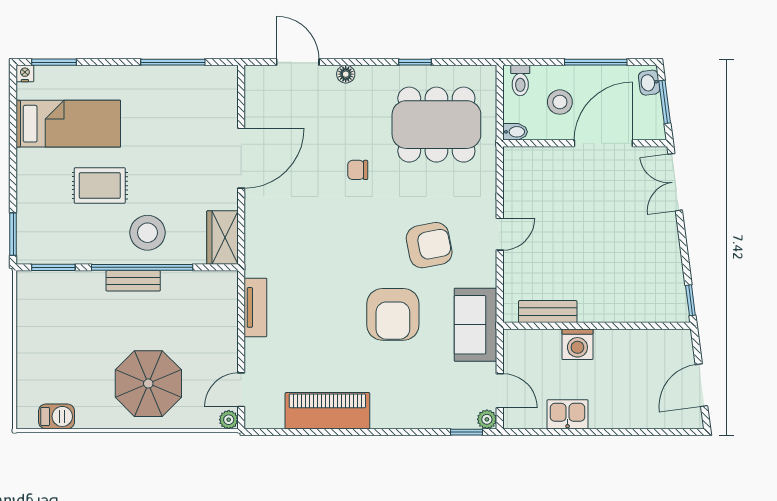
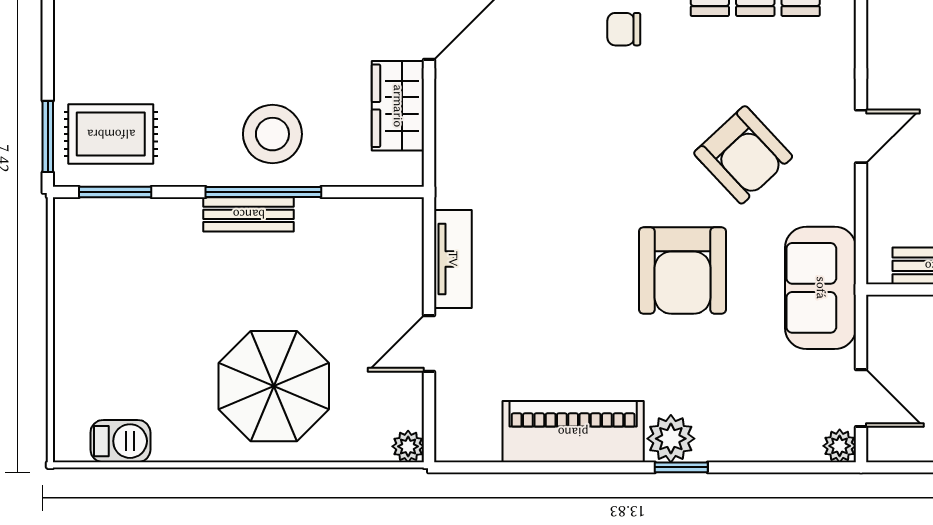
rug: (100, 186) -> (111, 134), moved
wardrobe: (223, 237) -> (398, 106), moved
armchair: (429, 245) -> (743, 155), turned 58
window: (142, 267) -> (263, 192), width x0.68
door: (241, 390) -> (429, 344), moved
plant: (386, 415) -> (671, 439), added
window: (467, 432) -> (681, 467), moved

